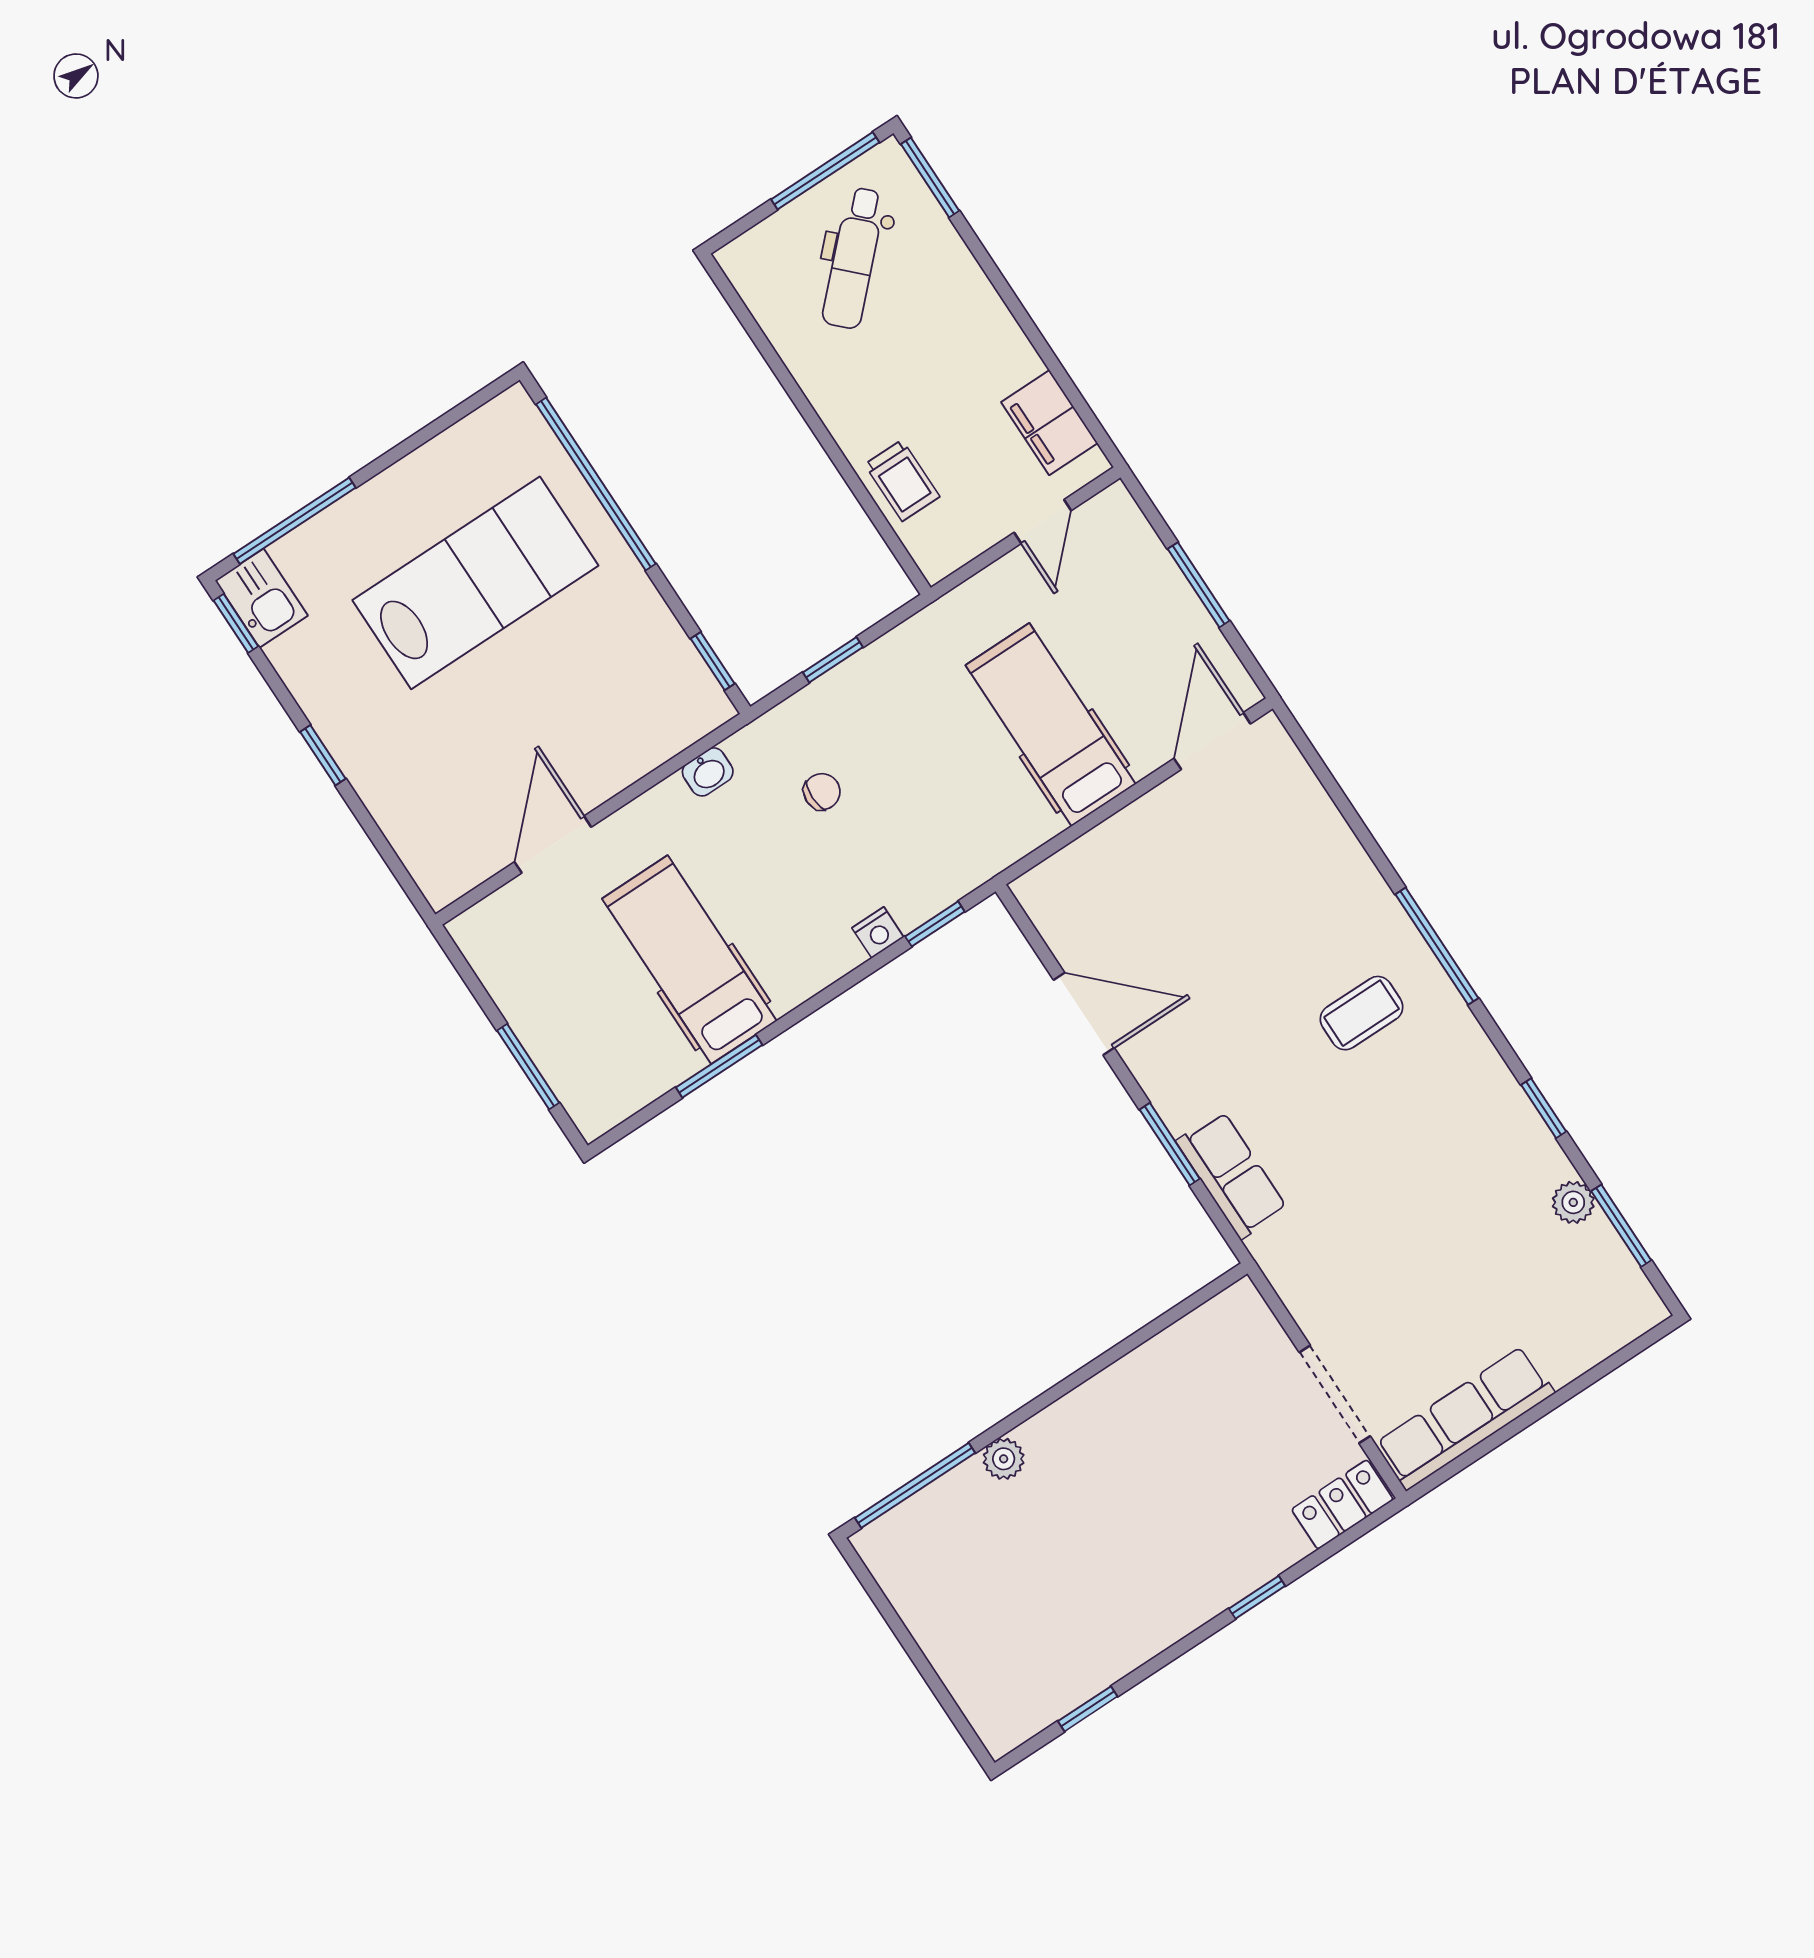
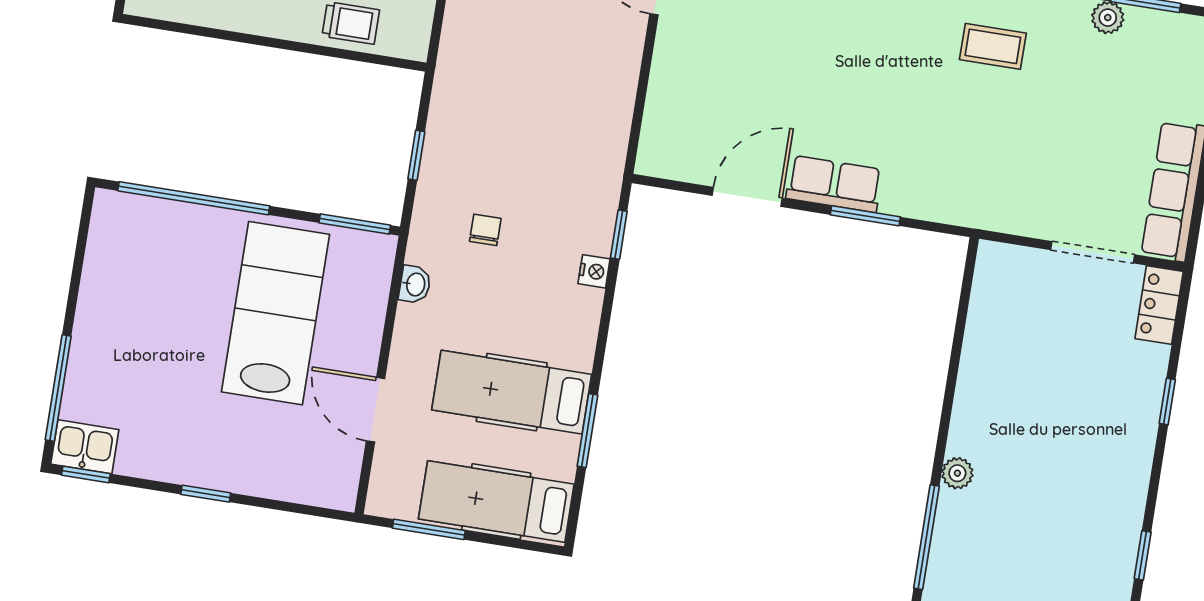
lab bench: (475, 583) -> (276, 313), moved
window: (713, 661) -> (355, 224), width x1.50
hospital bed: (1051, 725) -> (496, 502), moved
coffee table: (1362, 1013) -> (993, 46), moved, turned 90
window: (528, 1067) -> (429, 529), moved
row of seats: (1232, 1175) -> (834, 184), moved

